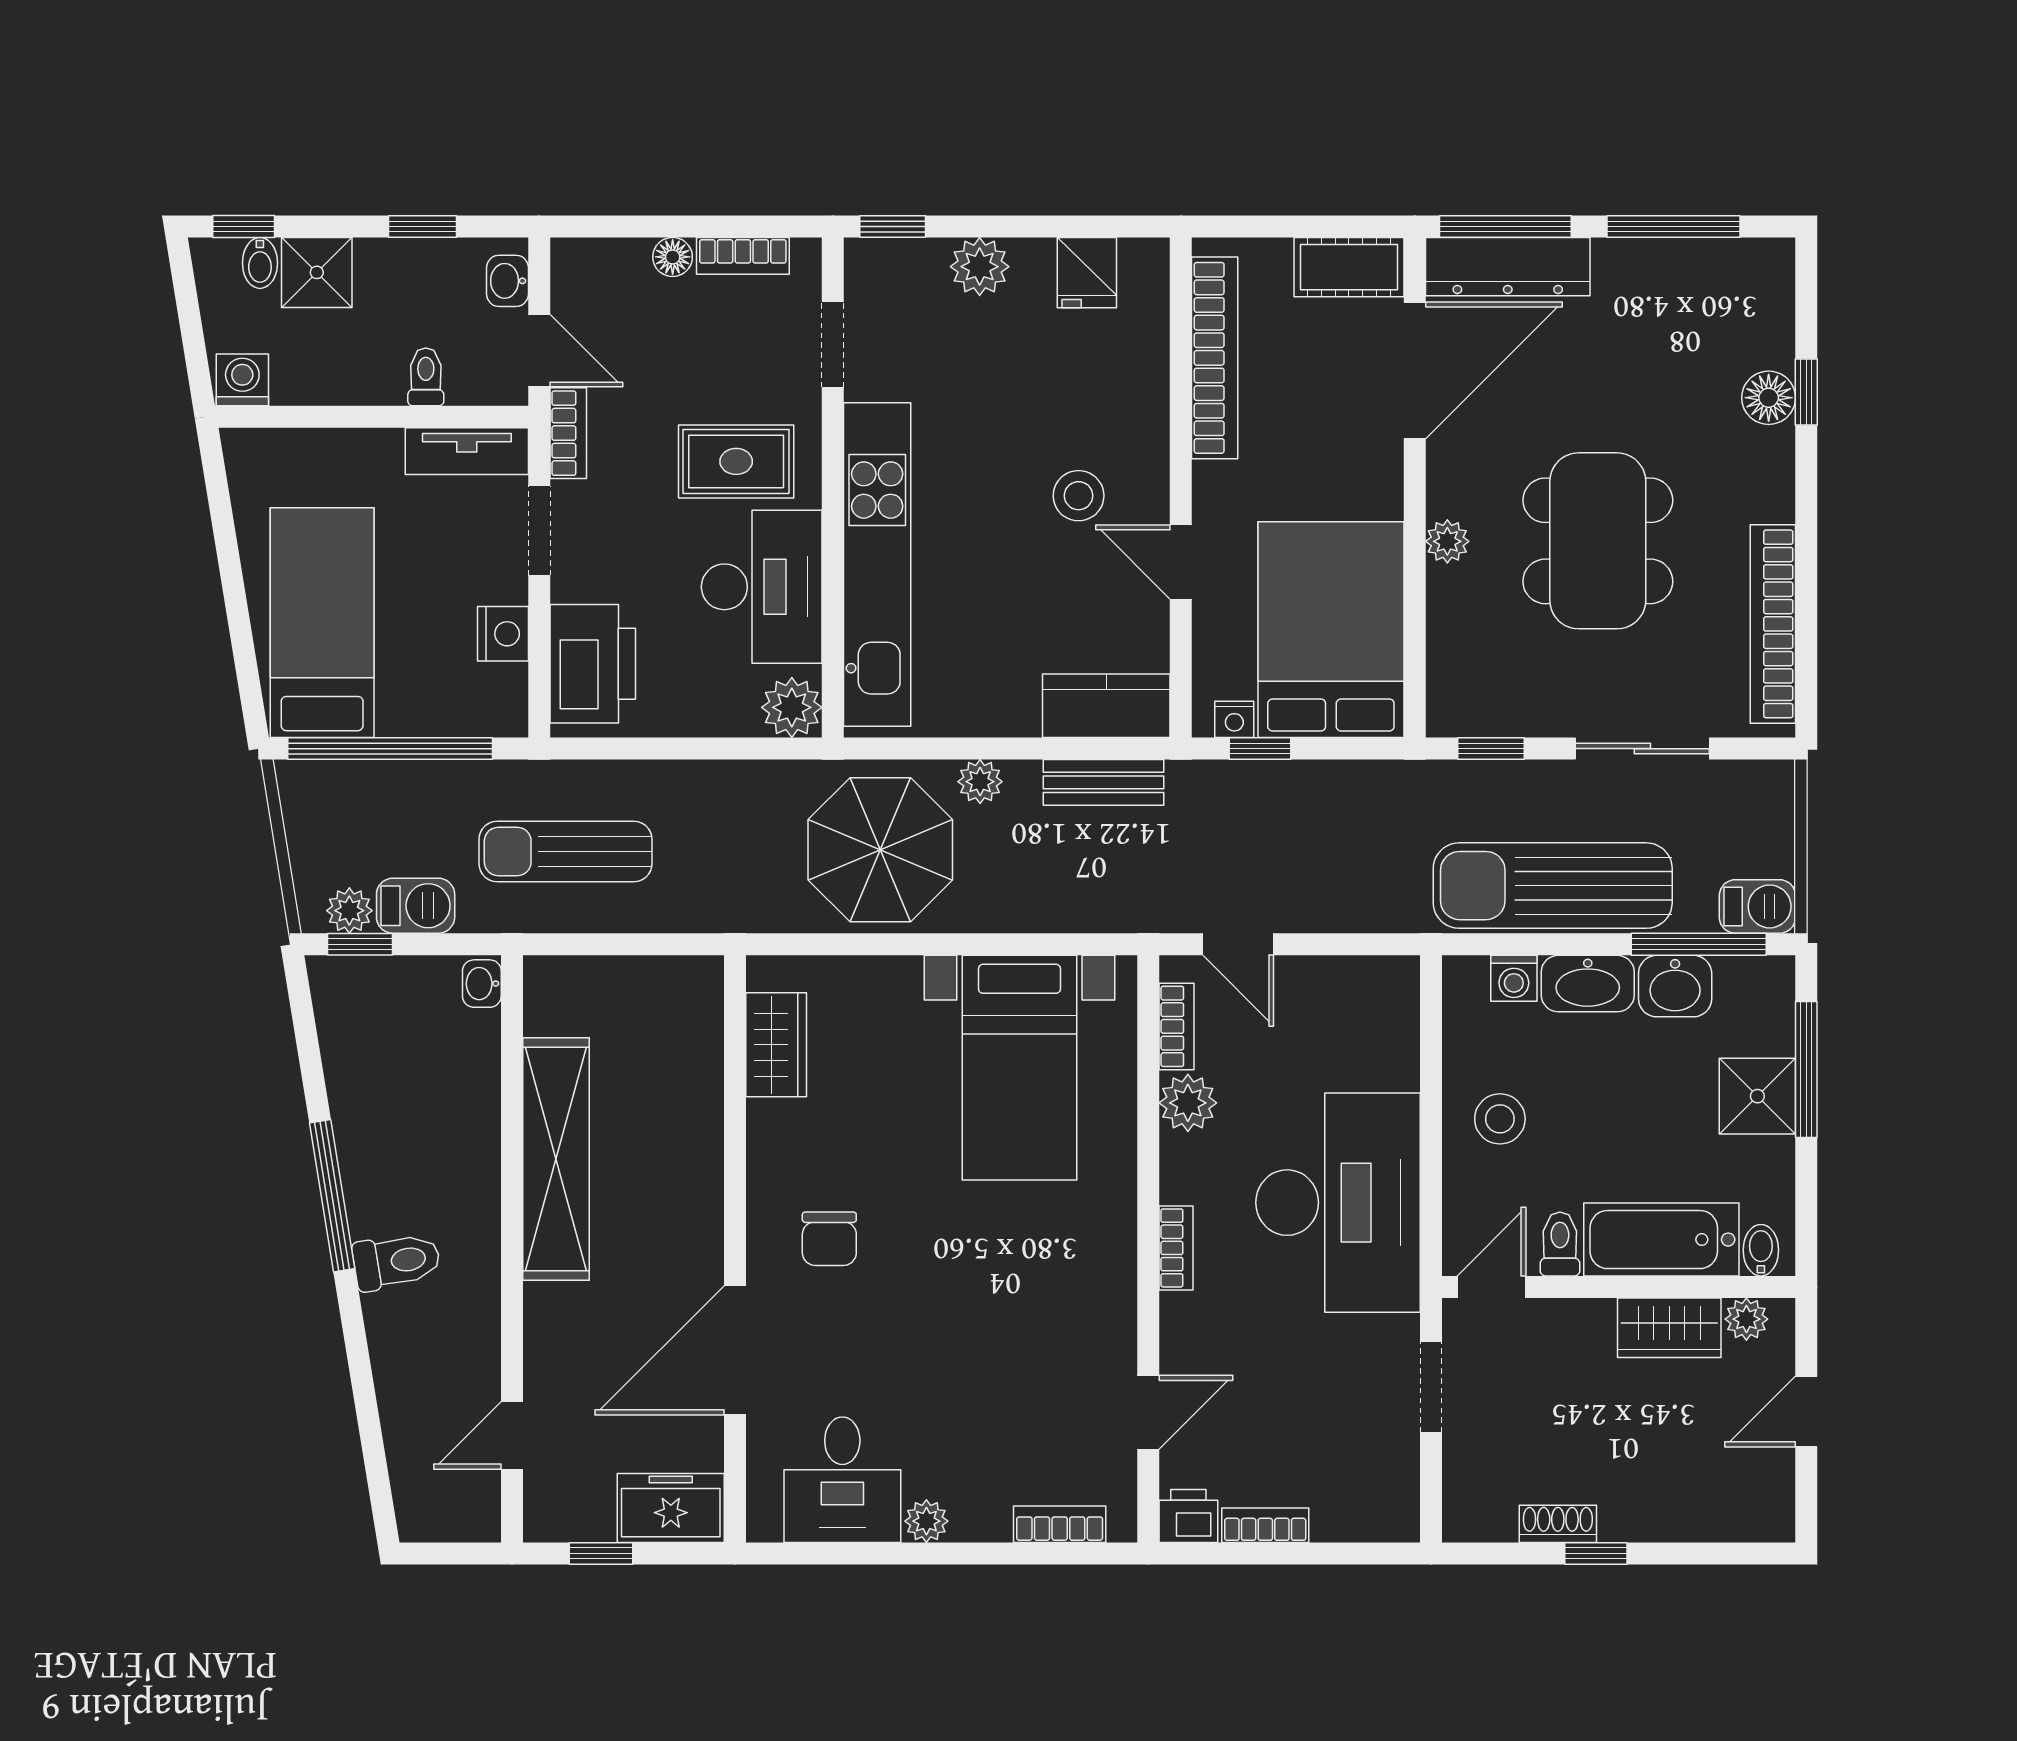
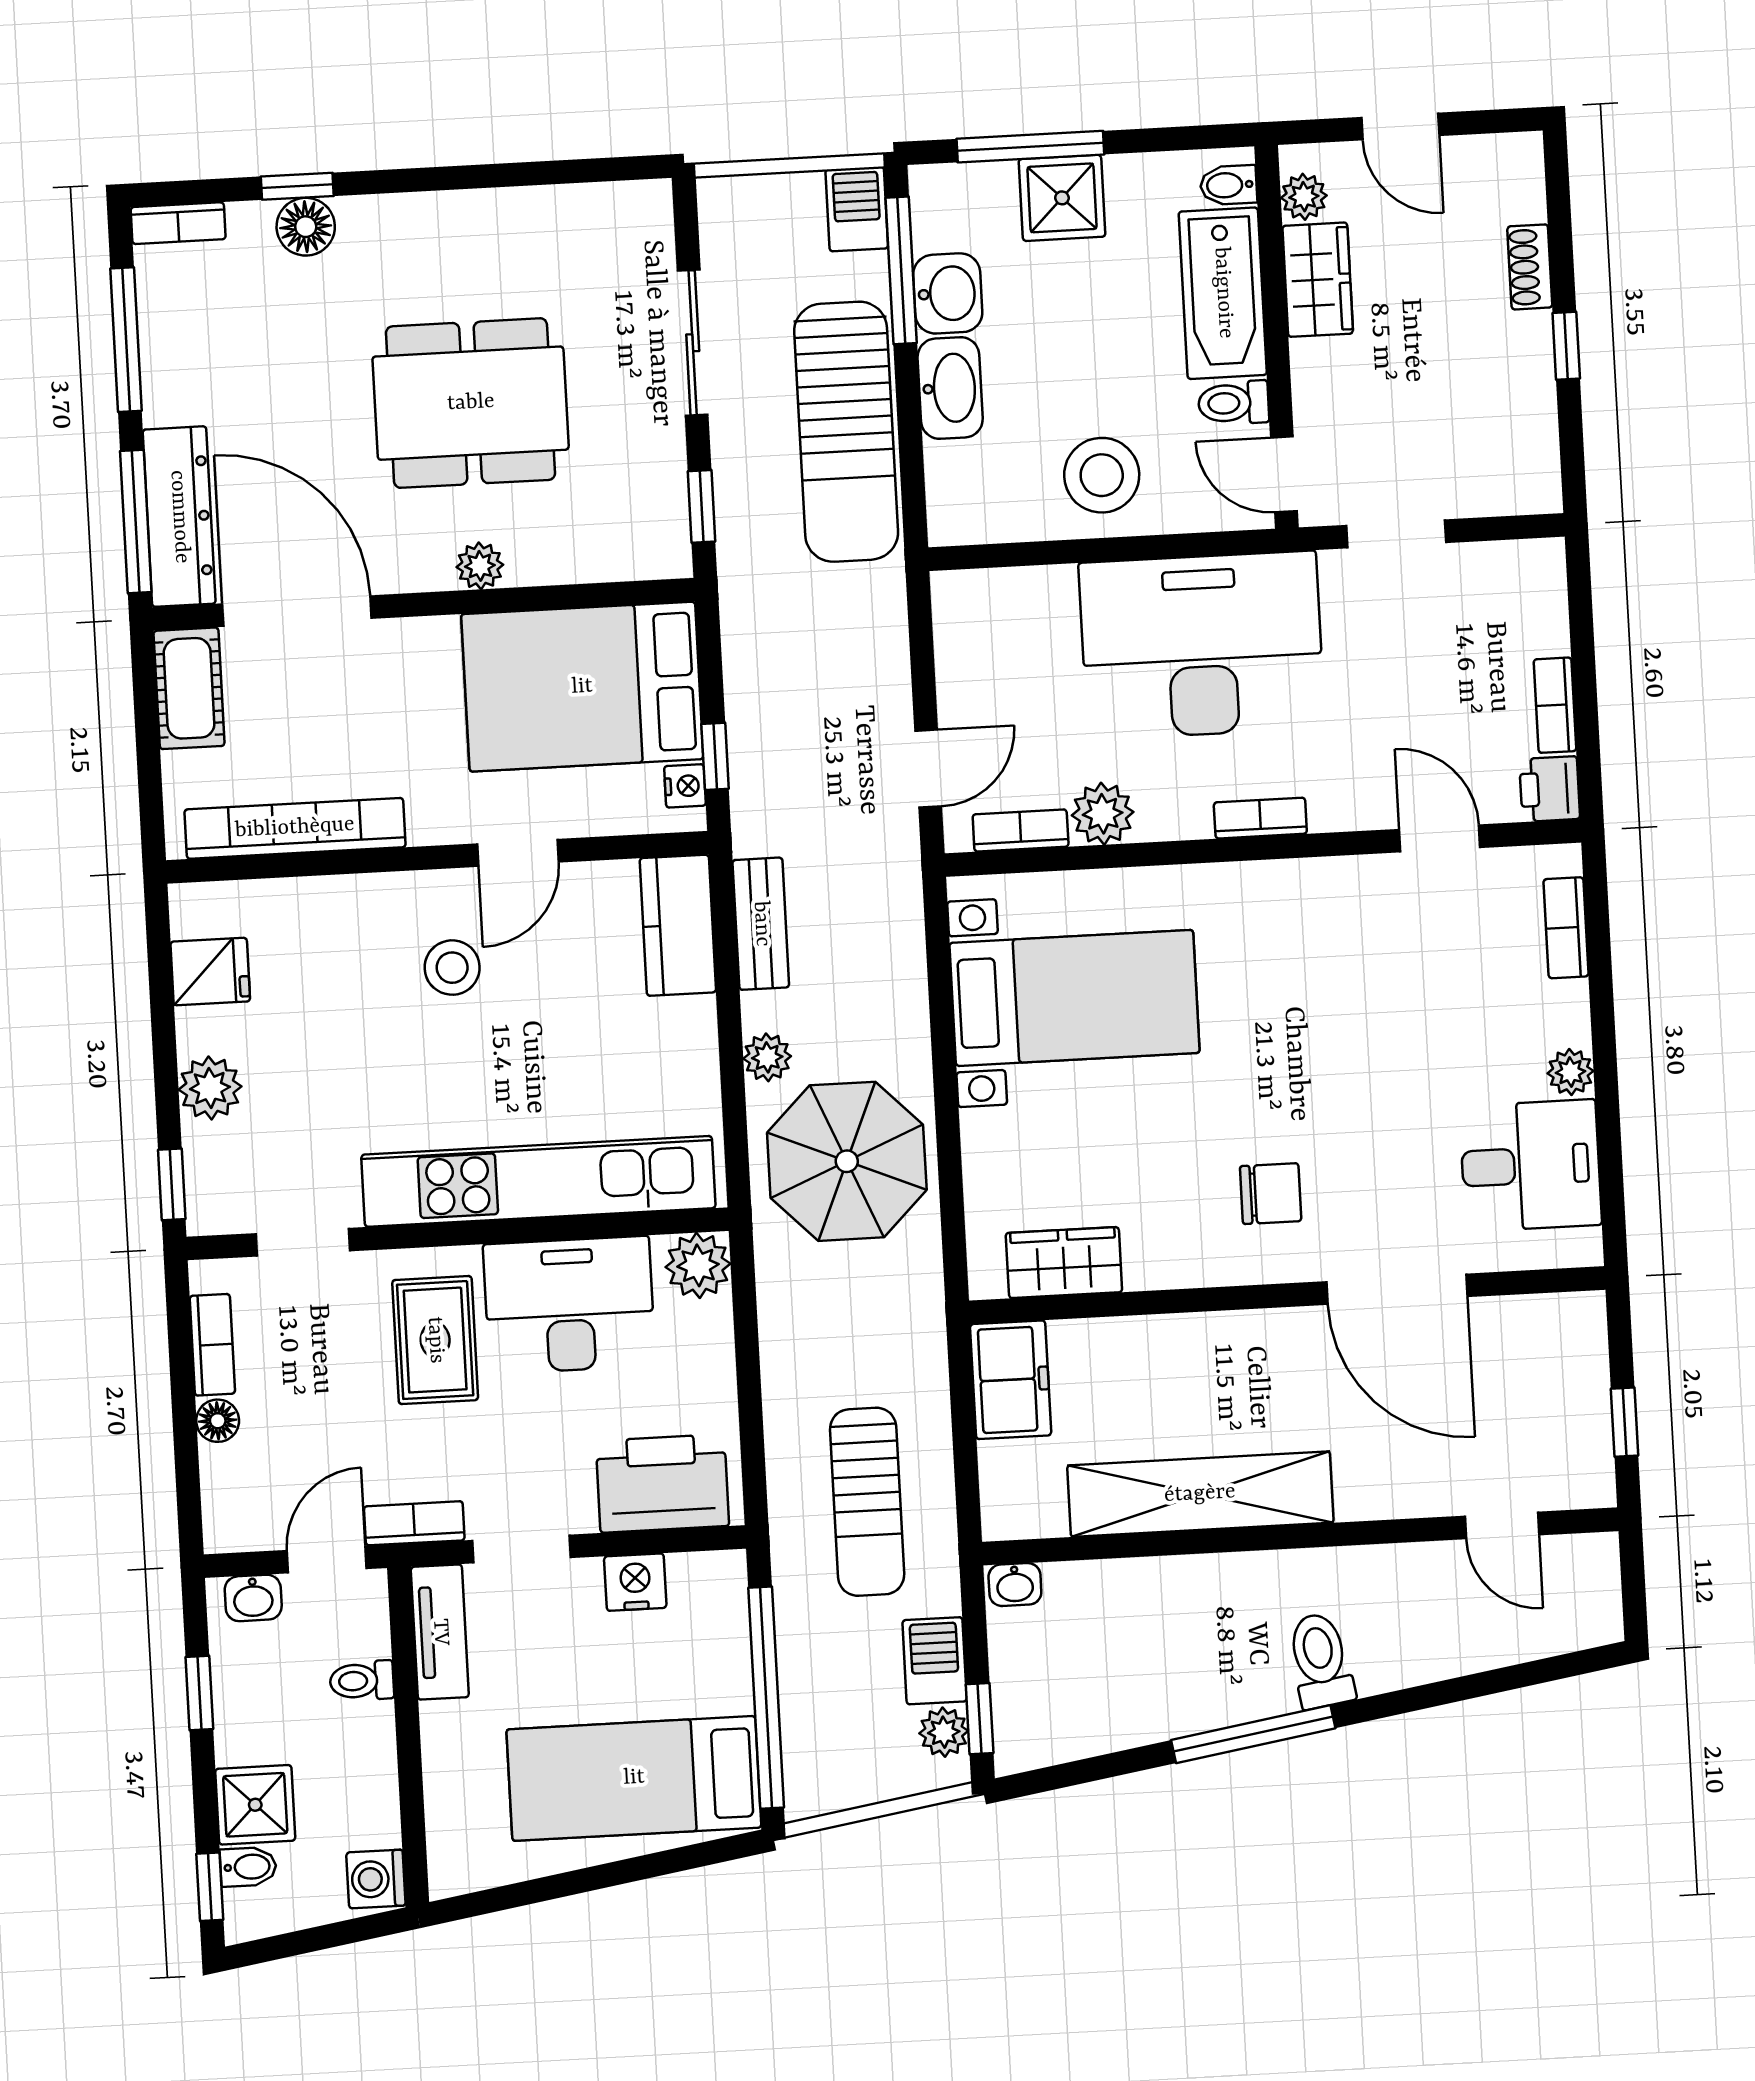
bookcase: (1773, 624) -> (178, 223), moved, width x0.43, depth x0.76
washing machine: (1514, 978) -> (949, 468), removed
stool: (1500, 1119) -> (1102, 475), width x1.38, depth x1.38
freezer: (671, 1508) -> (1011, 1380), moved, turned 180
shoe rack: (1558, 1524) -> (1530, 267), moved

